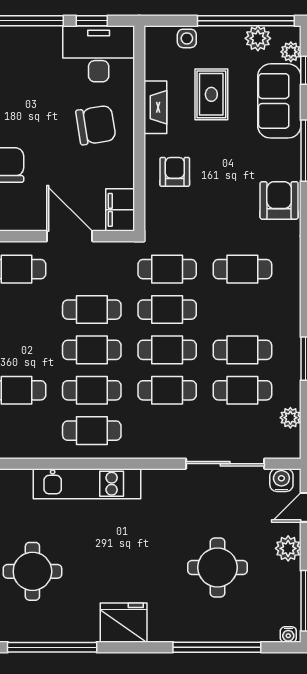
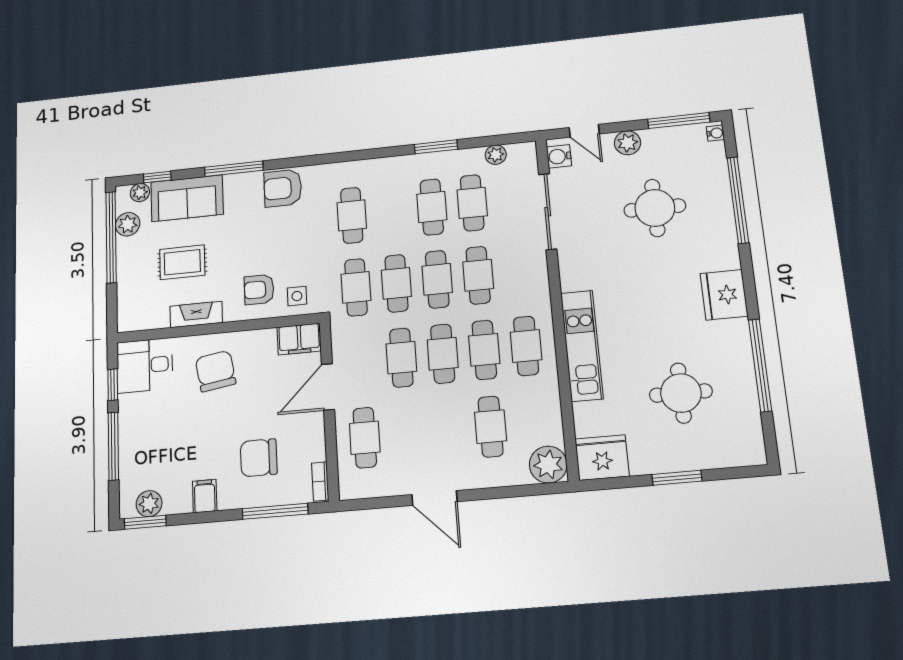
side table: (187, 38) -> (297, 296), moved
desk: (99, 54) -> (145, 365), width x0.73

